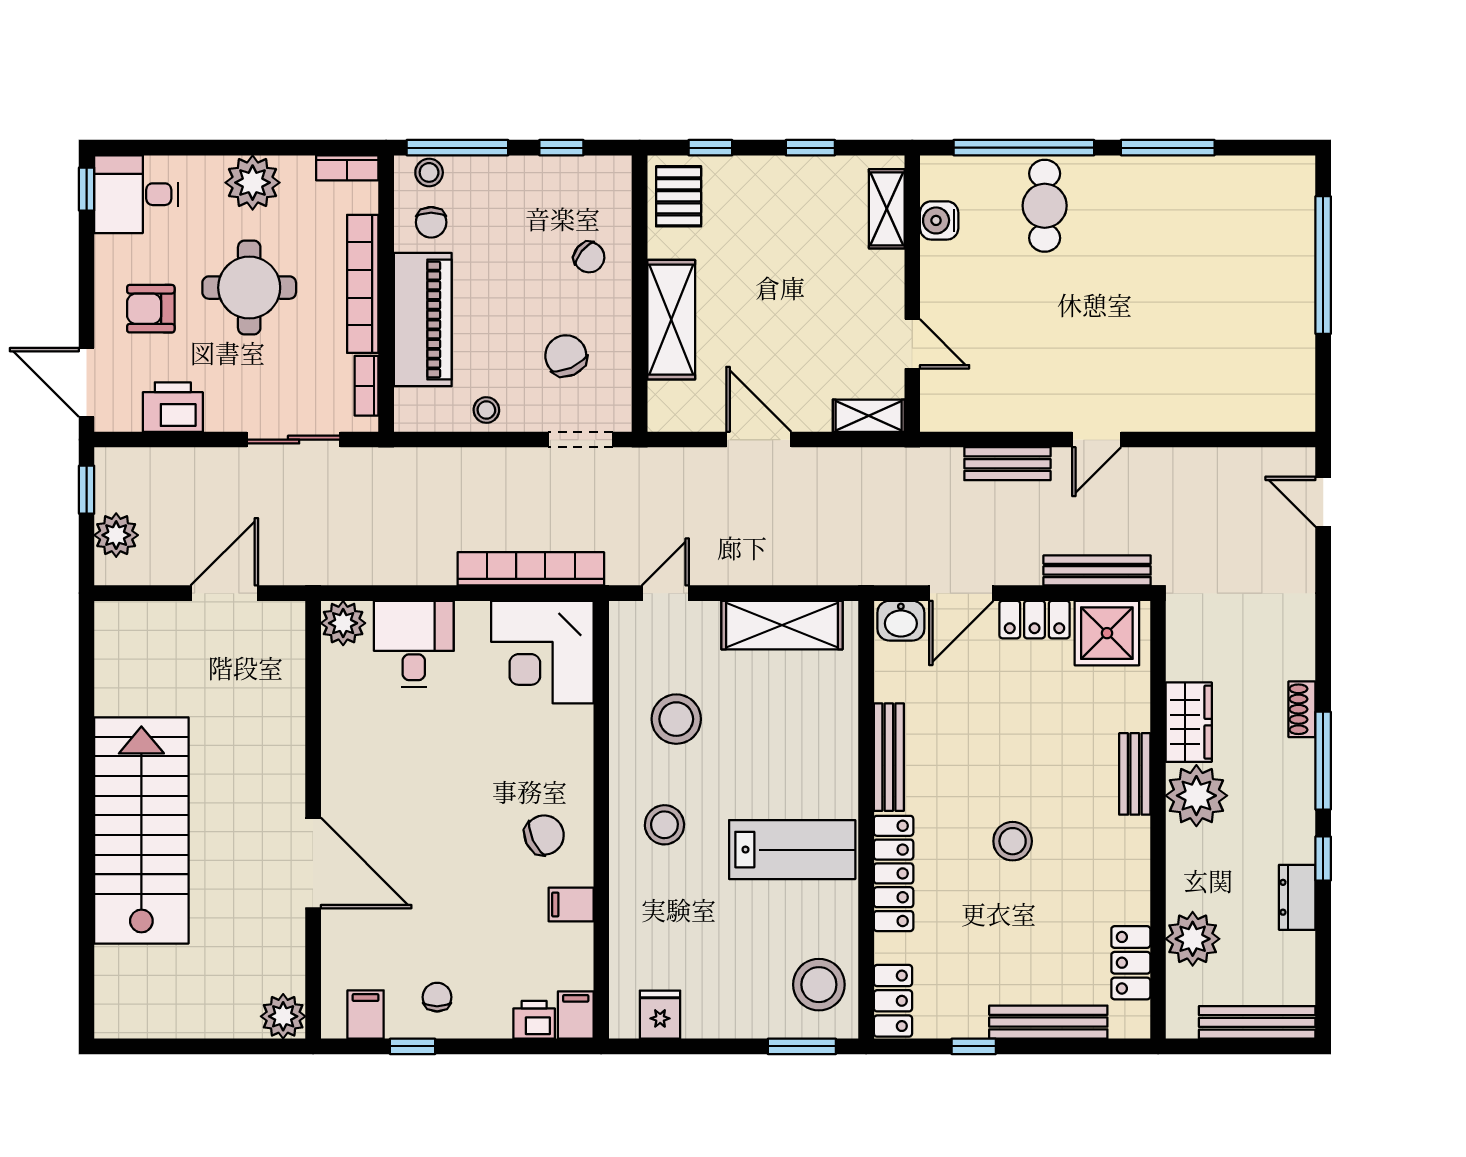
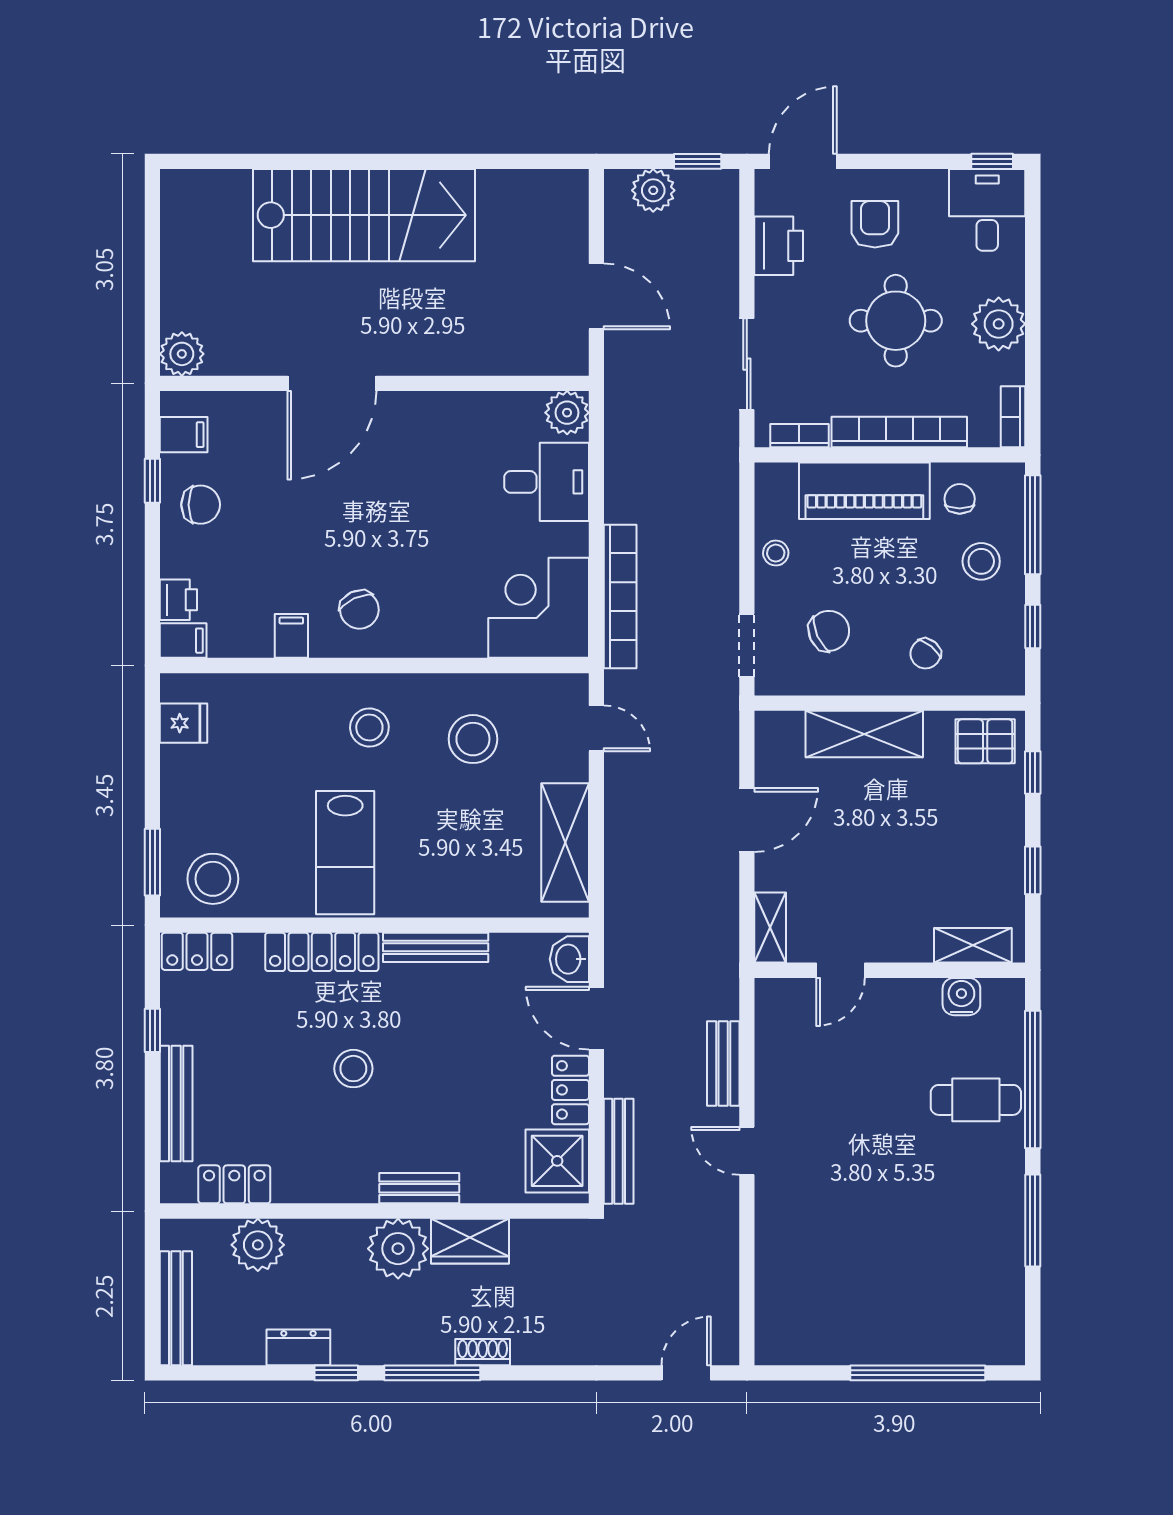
stool: (429, 172) -> (981, 561), moved, width x1.37, depth x1.37
chair: (431, 222) -> (960, 499), turned 90
chair: (437, 997) -> (201, 505), width x1.37, depth x1.37

